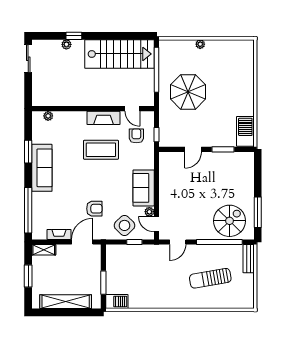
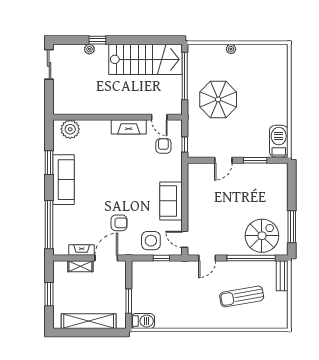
plant: (48, 116) -> (70, 129), width x1.87, depth x1.87
coffee table: (101, 150) -> (126, 161), removed
plant: (149, 212) -> (177, 226), removed
side table: (124, 225) -> (151, 241), turned 45
shelving: (44, 250) -> (80, 266), moved

